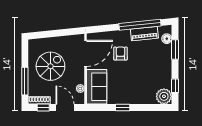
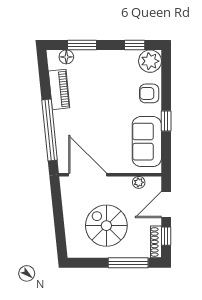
window: (140, 25) -> (50, 130), moved
armchair: (120, 54) -> (149, 93), moved
sofa: (97, 87) -> (147, 142), moved, turned -90

